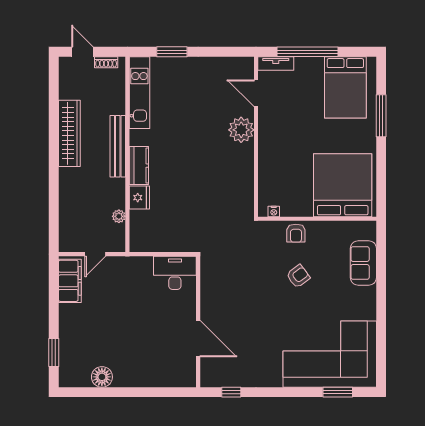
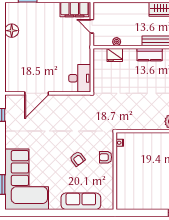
bed: (343, 185) -> (137, 188), removed
fridge: (139, 198) -> (115, 55), moved
sofa: (363, 263) -> (81, 201), width x1.36

